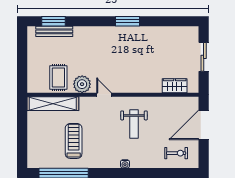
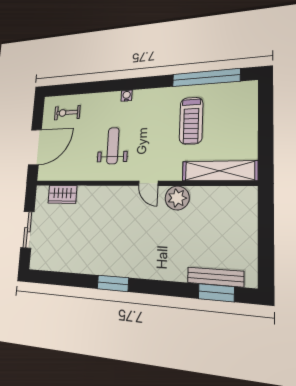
rug: (58, 78) -> (210, 208), removed

